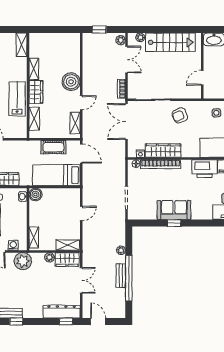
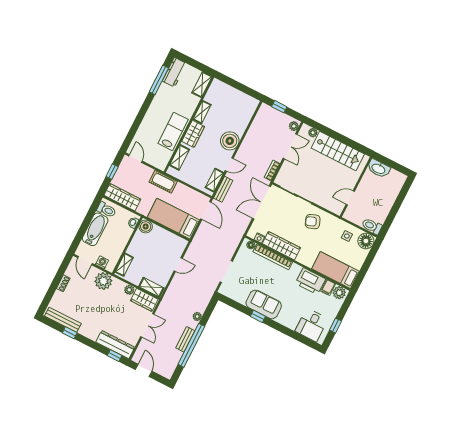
bench: (87, 127) -> (223, 189), added
cot: (53, 147) -> (163, 182), moved

